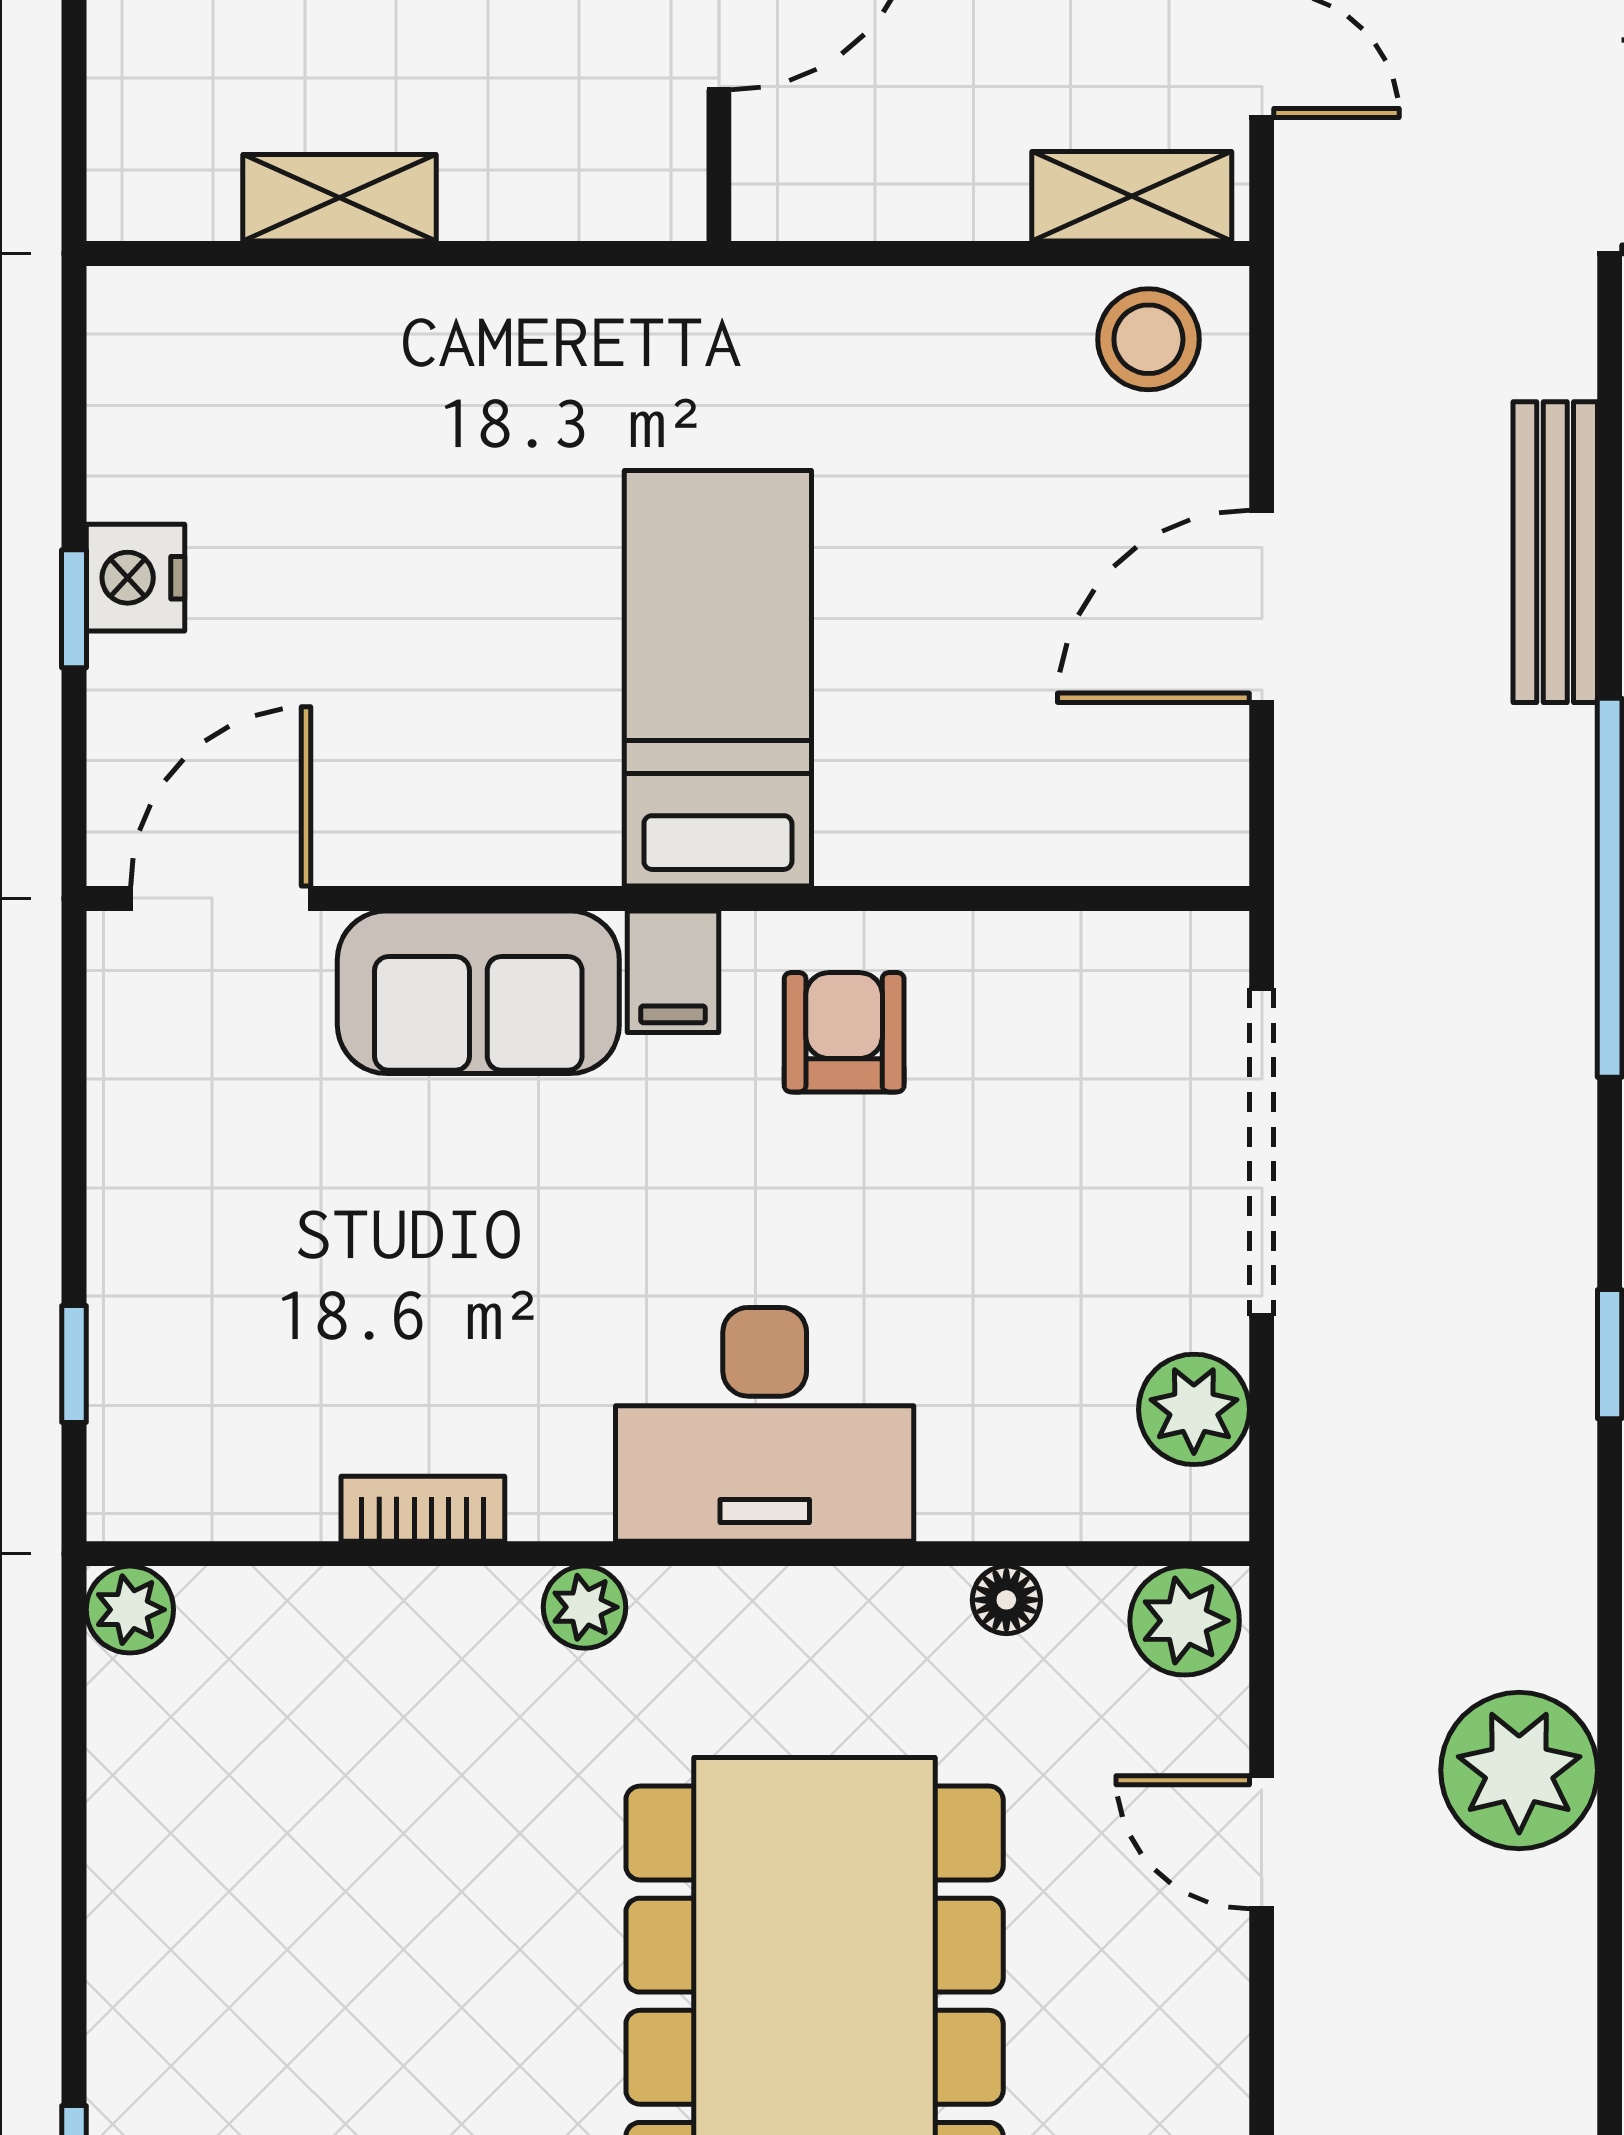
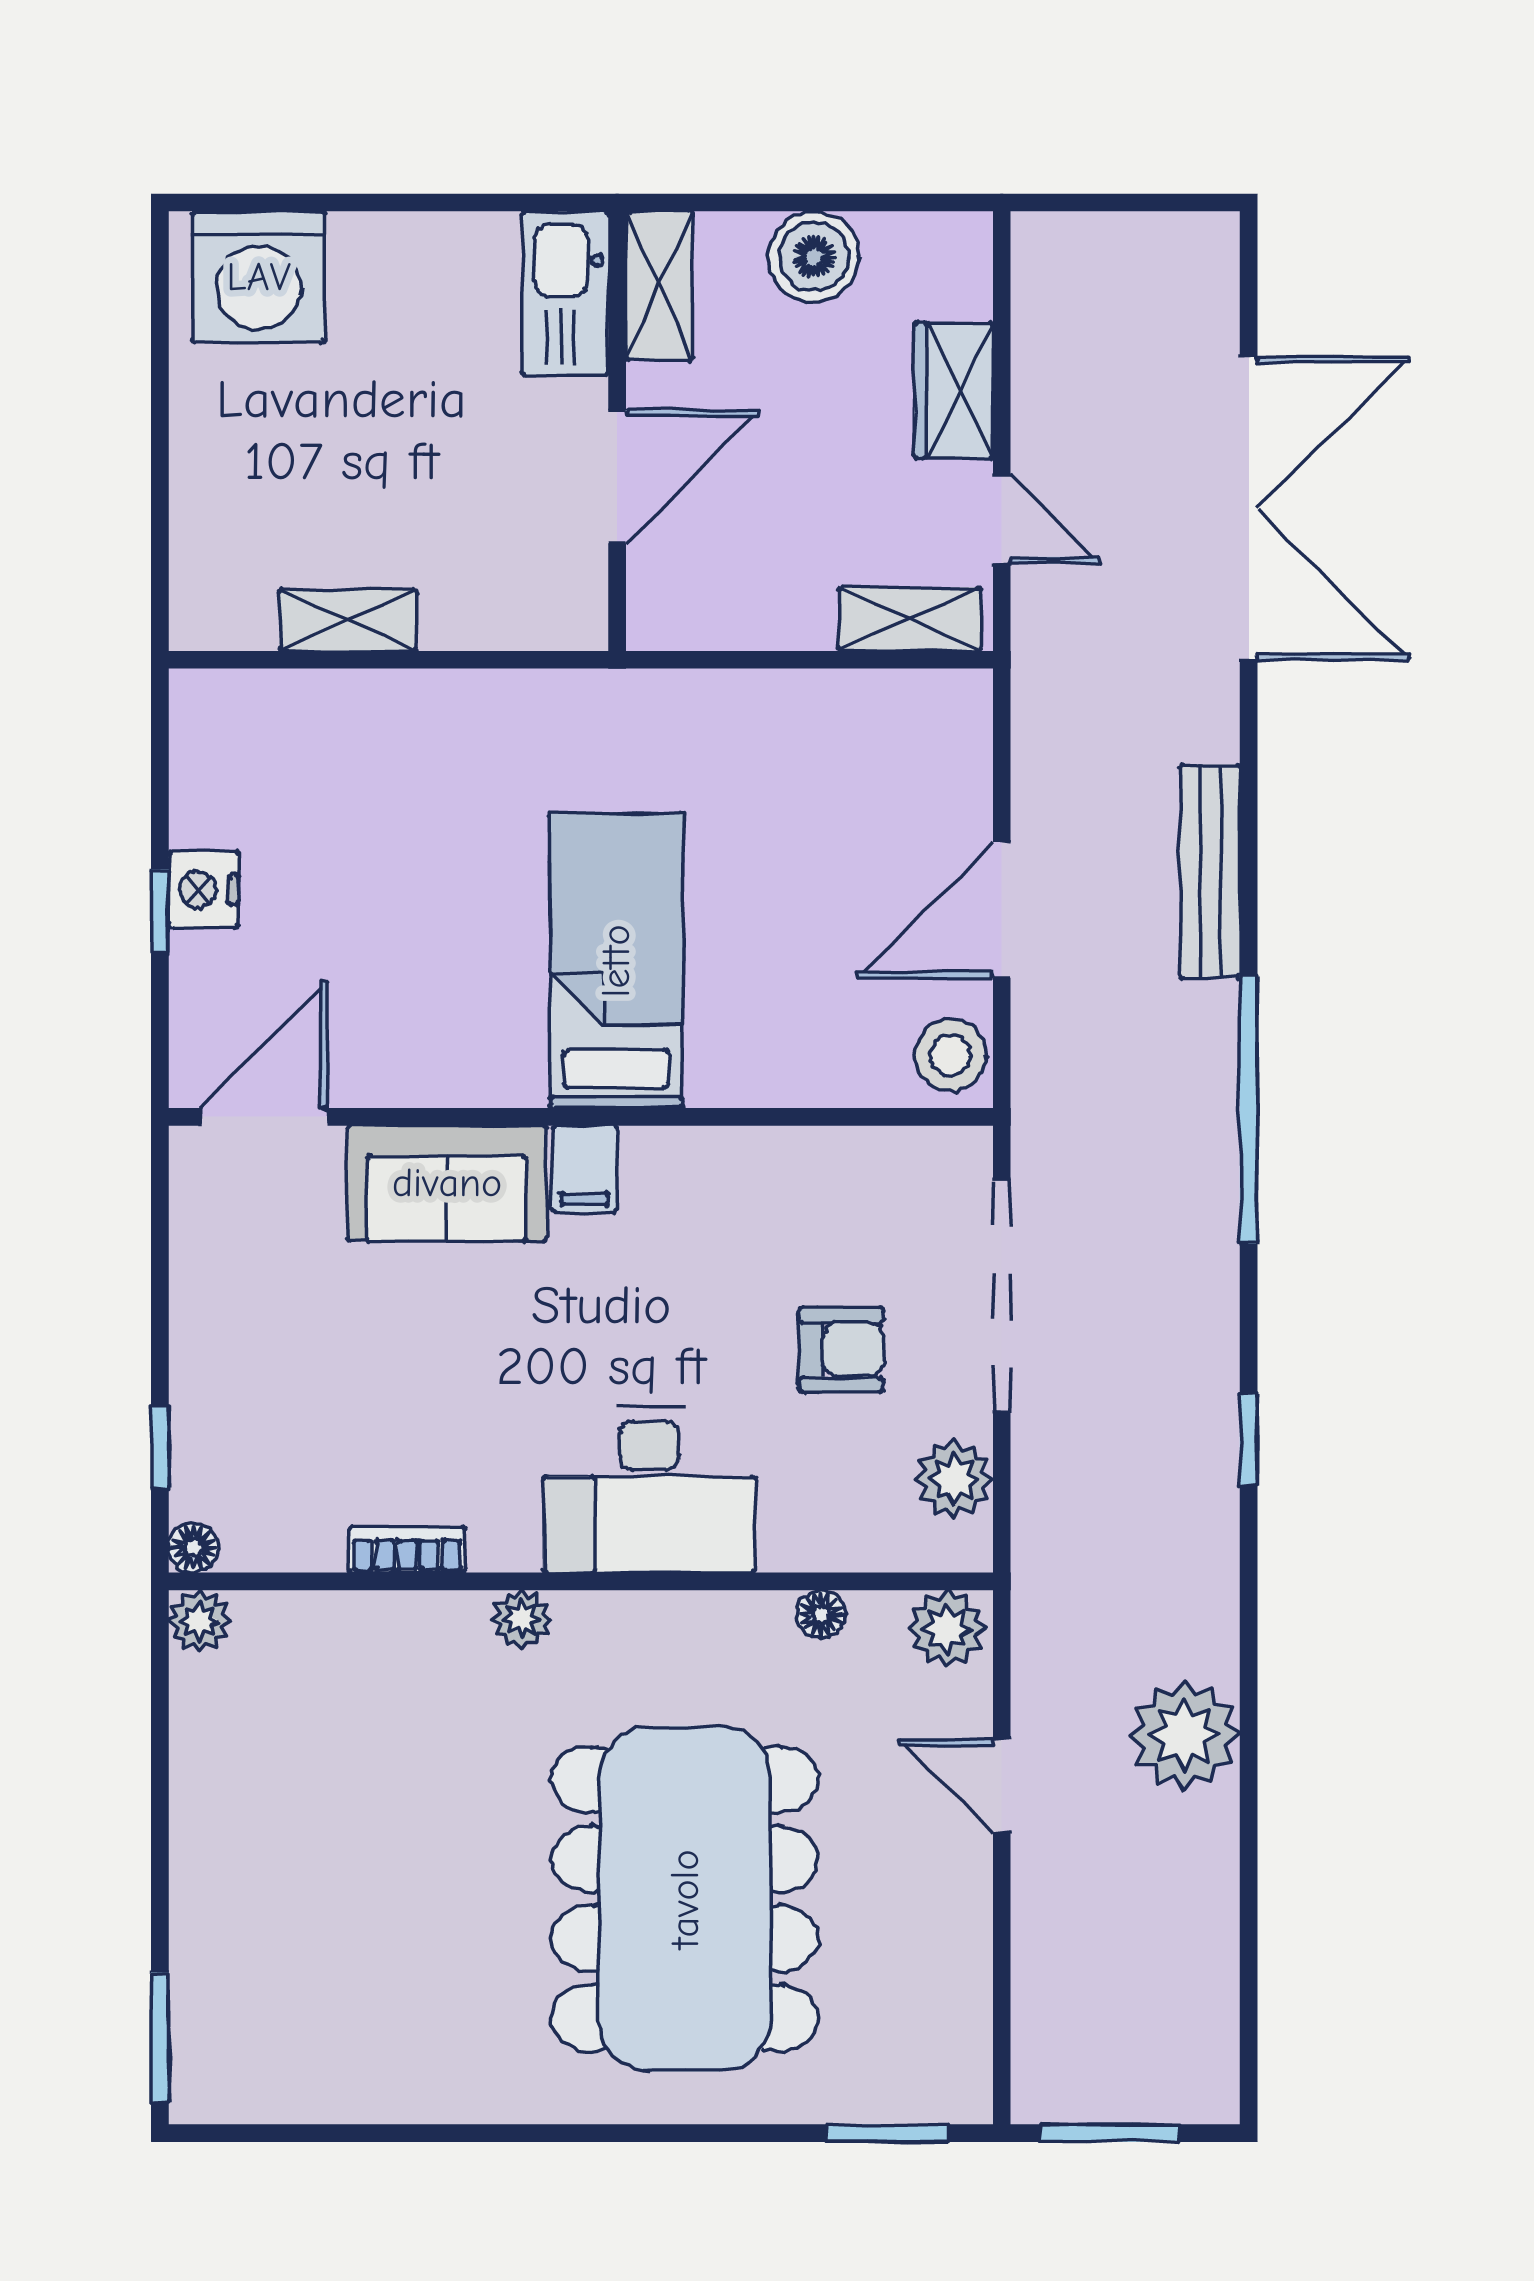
stool: (1148, 339) -> (950, 1055), moved
armchair: (844, 1032) -> (841, 1350), moved, turned 90
floor lamp: (122, 1506) -> (194, 1548), added

